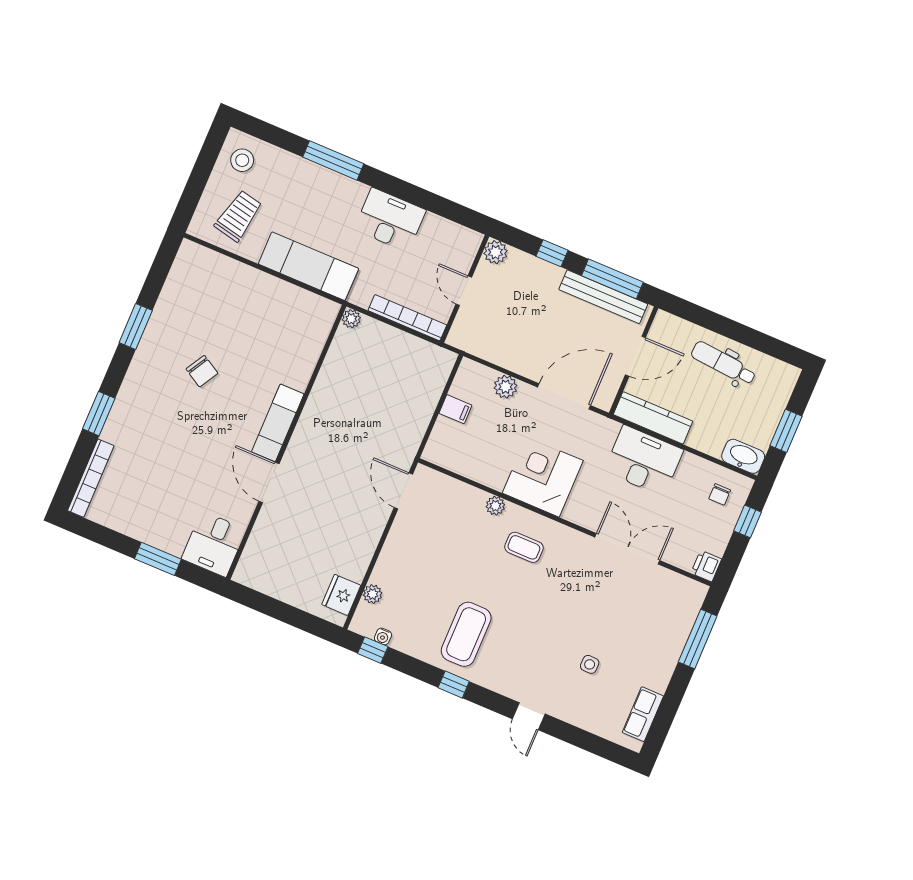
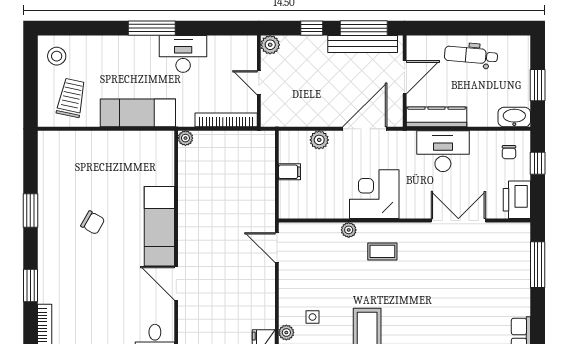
window: (333, 160) -> (152, 28), moved
exam couch: (278, 423) -> (159, 226), width x1.36, depth x1.45
printer: (706, 566) -> (517, 200), width x1.87, depth x1.48
side table: (590, 664) -> (312, 317), moved

